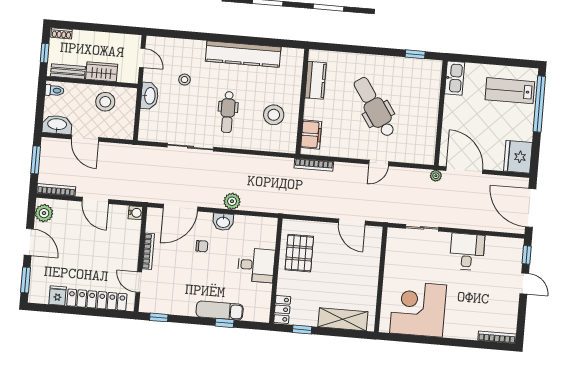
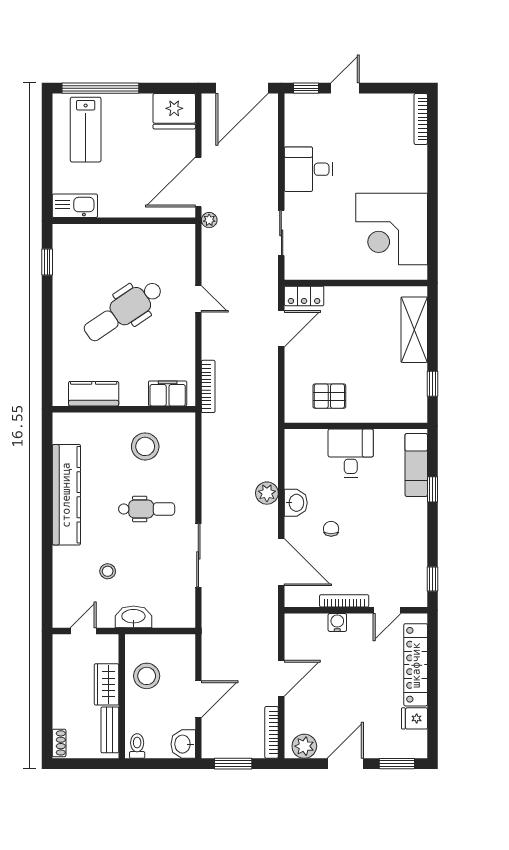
window: (45, 53) -> (88, 764), removed
washbasin: (57, 125) -> (183, 744), width x0.72
water cooler: (135, 213) -> (337, 622), moved
pallet: (299, 253) -> (329, 396), width x0.67, depth x0.71
locker: (282, 309) -> (304, 296), moved, turned 180
exam couch: (220, 311) -> (416, 465), moved

